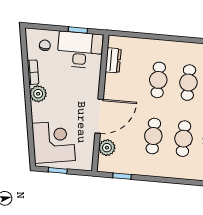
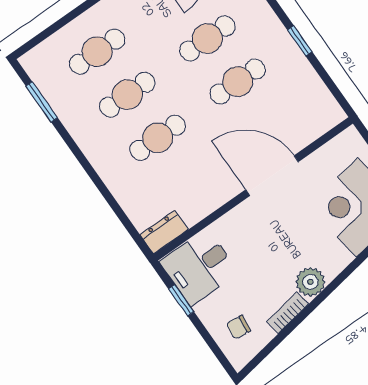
desk: (80, 50) -> (199, 267), width x0.73
dresser: (113, 60) -> (164, 232), moved
plant: (107, 148) -> (305, 130), removed
window: (122, 176) -> (300, 41), moved

